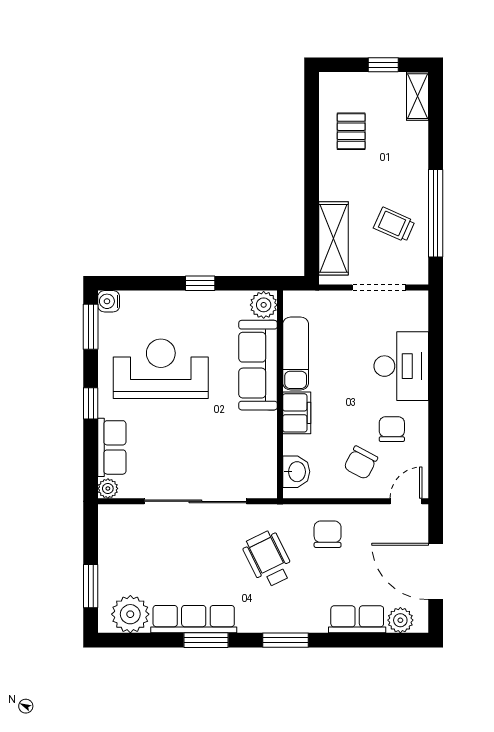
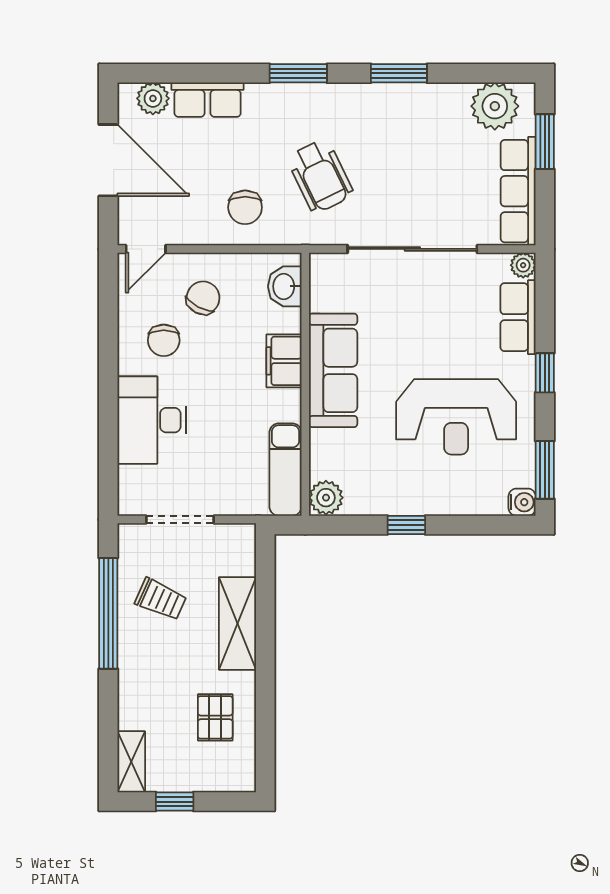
shelving: (334, 238) -> (238, 623), moved
exam couch: (296, 354) -> (285, 470), moved
sofa: (258, 365) -> (333, 370), moved
row of seats: (194, 619) -> (518, 191), moved, turned 90

